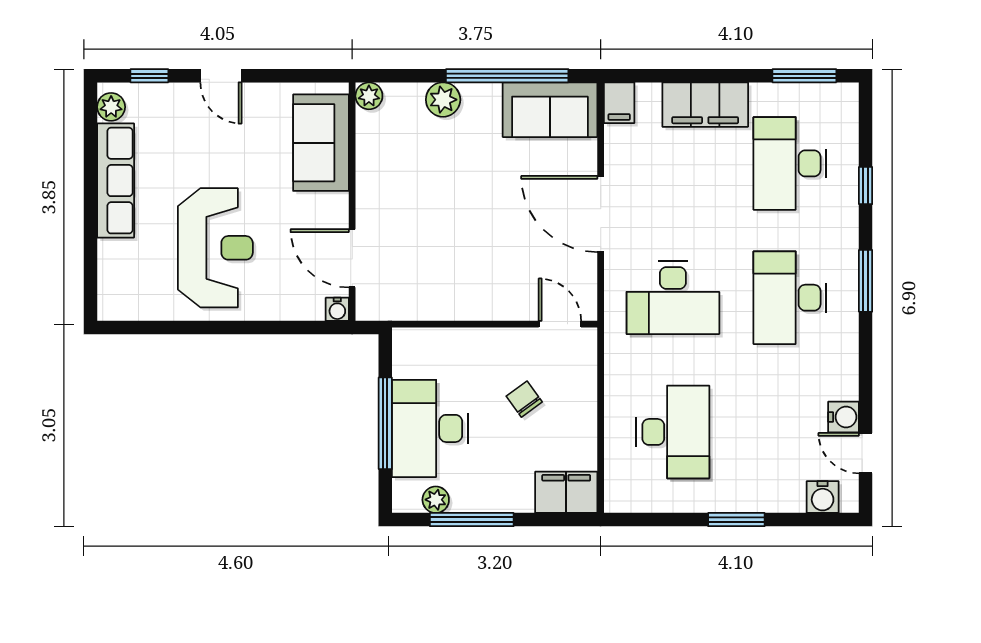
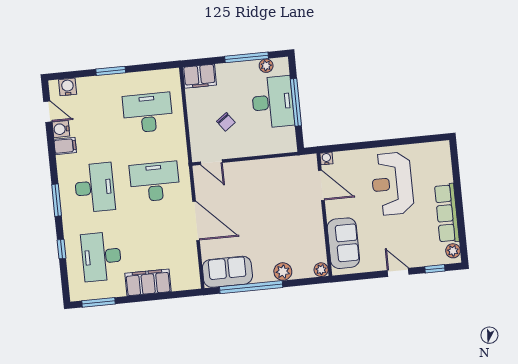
filing cabinet: (619, 103) -> (65, 146), moved, turned 90
desk: (790, 163) -> (101, 257), turned 180
desk: (673, 432) -> (148, 113), turned 90

